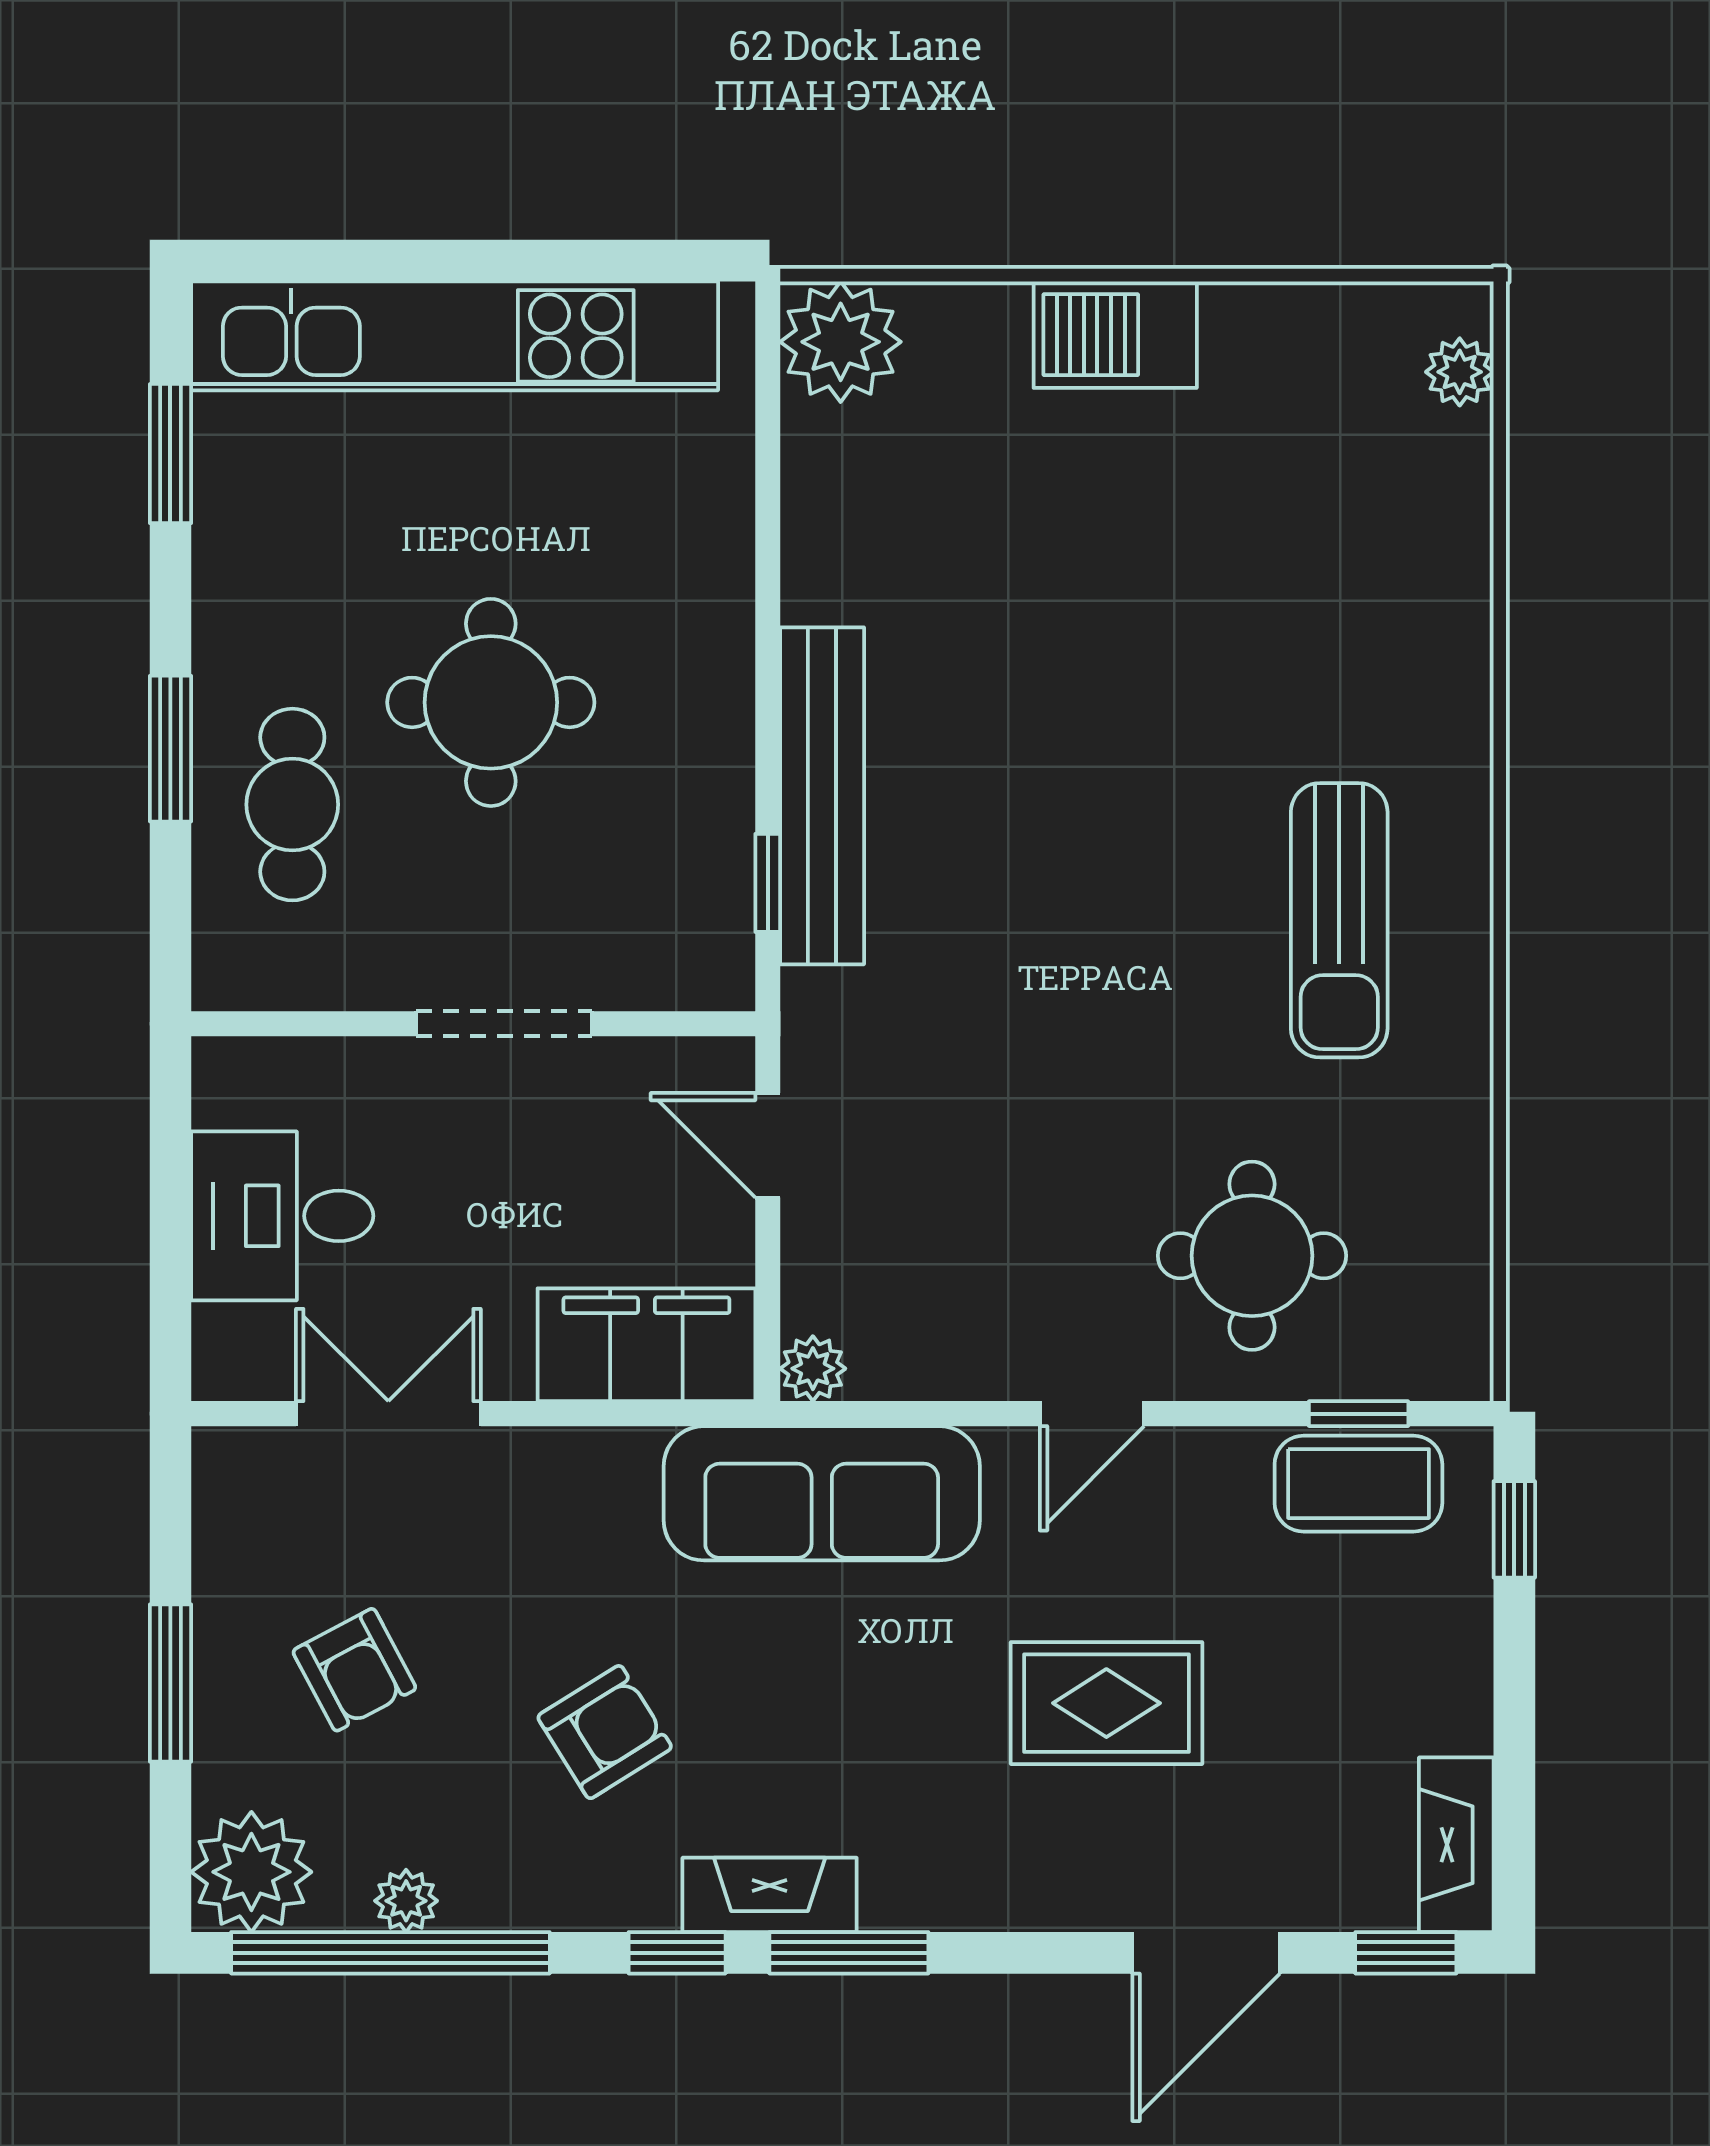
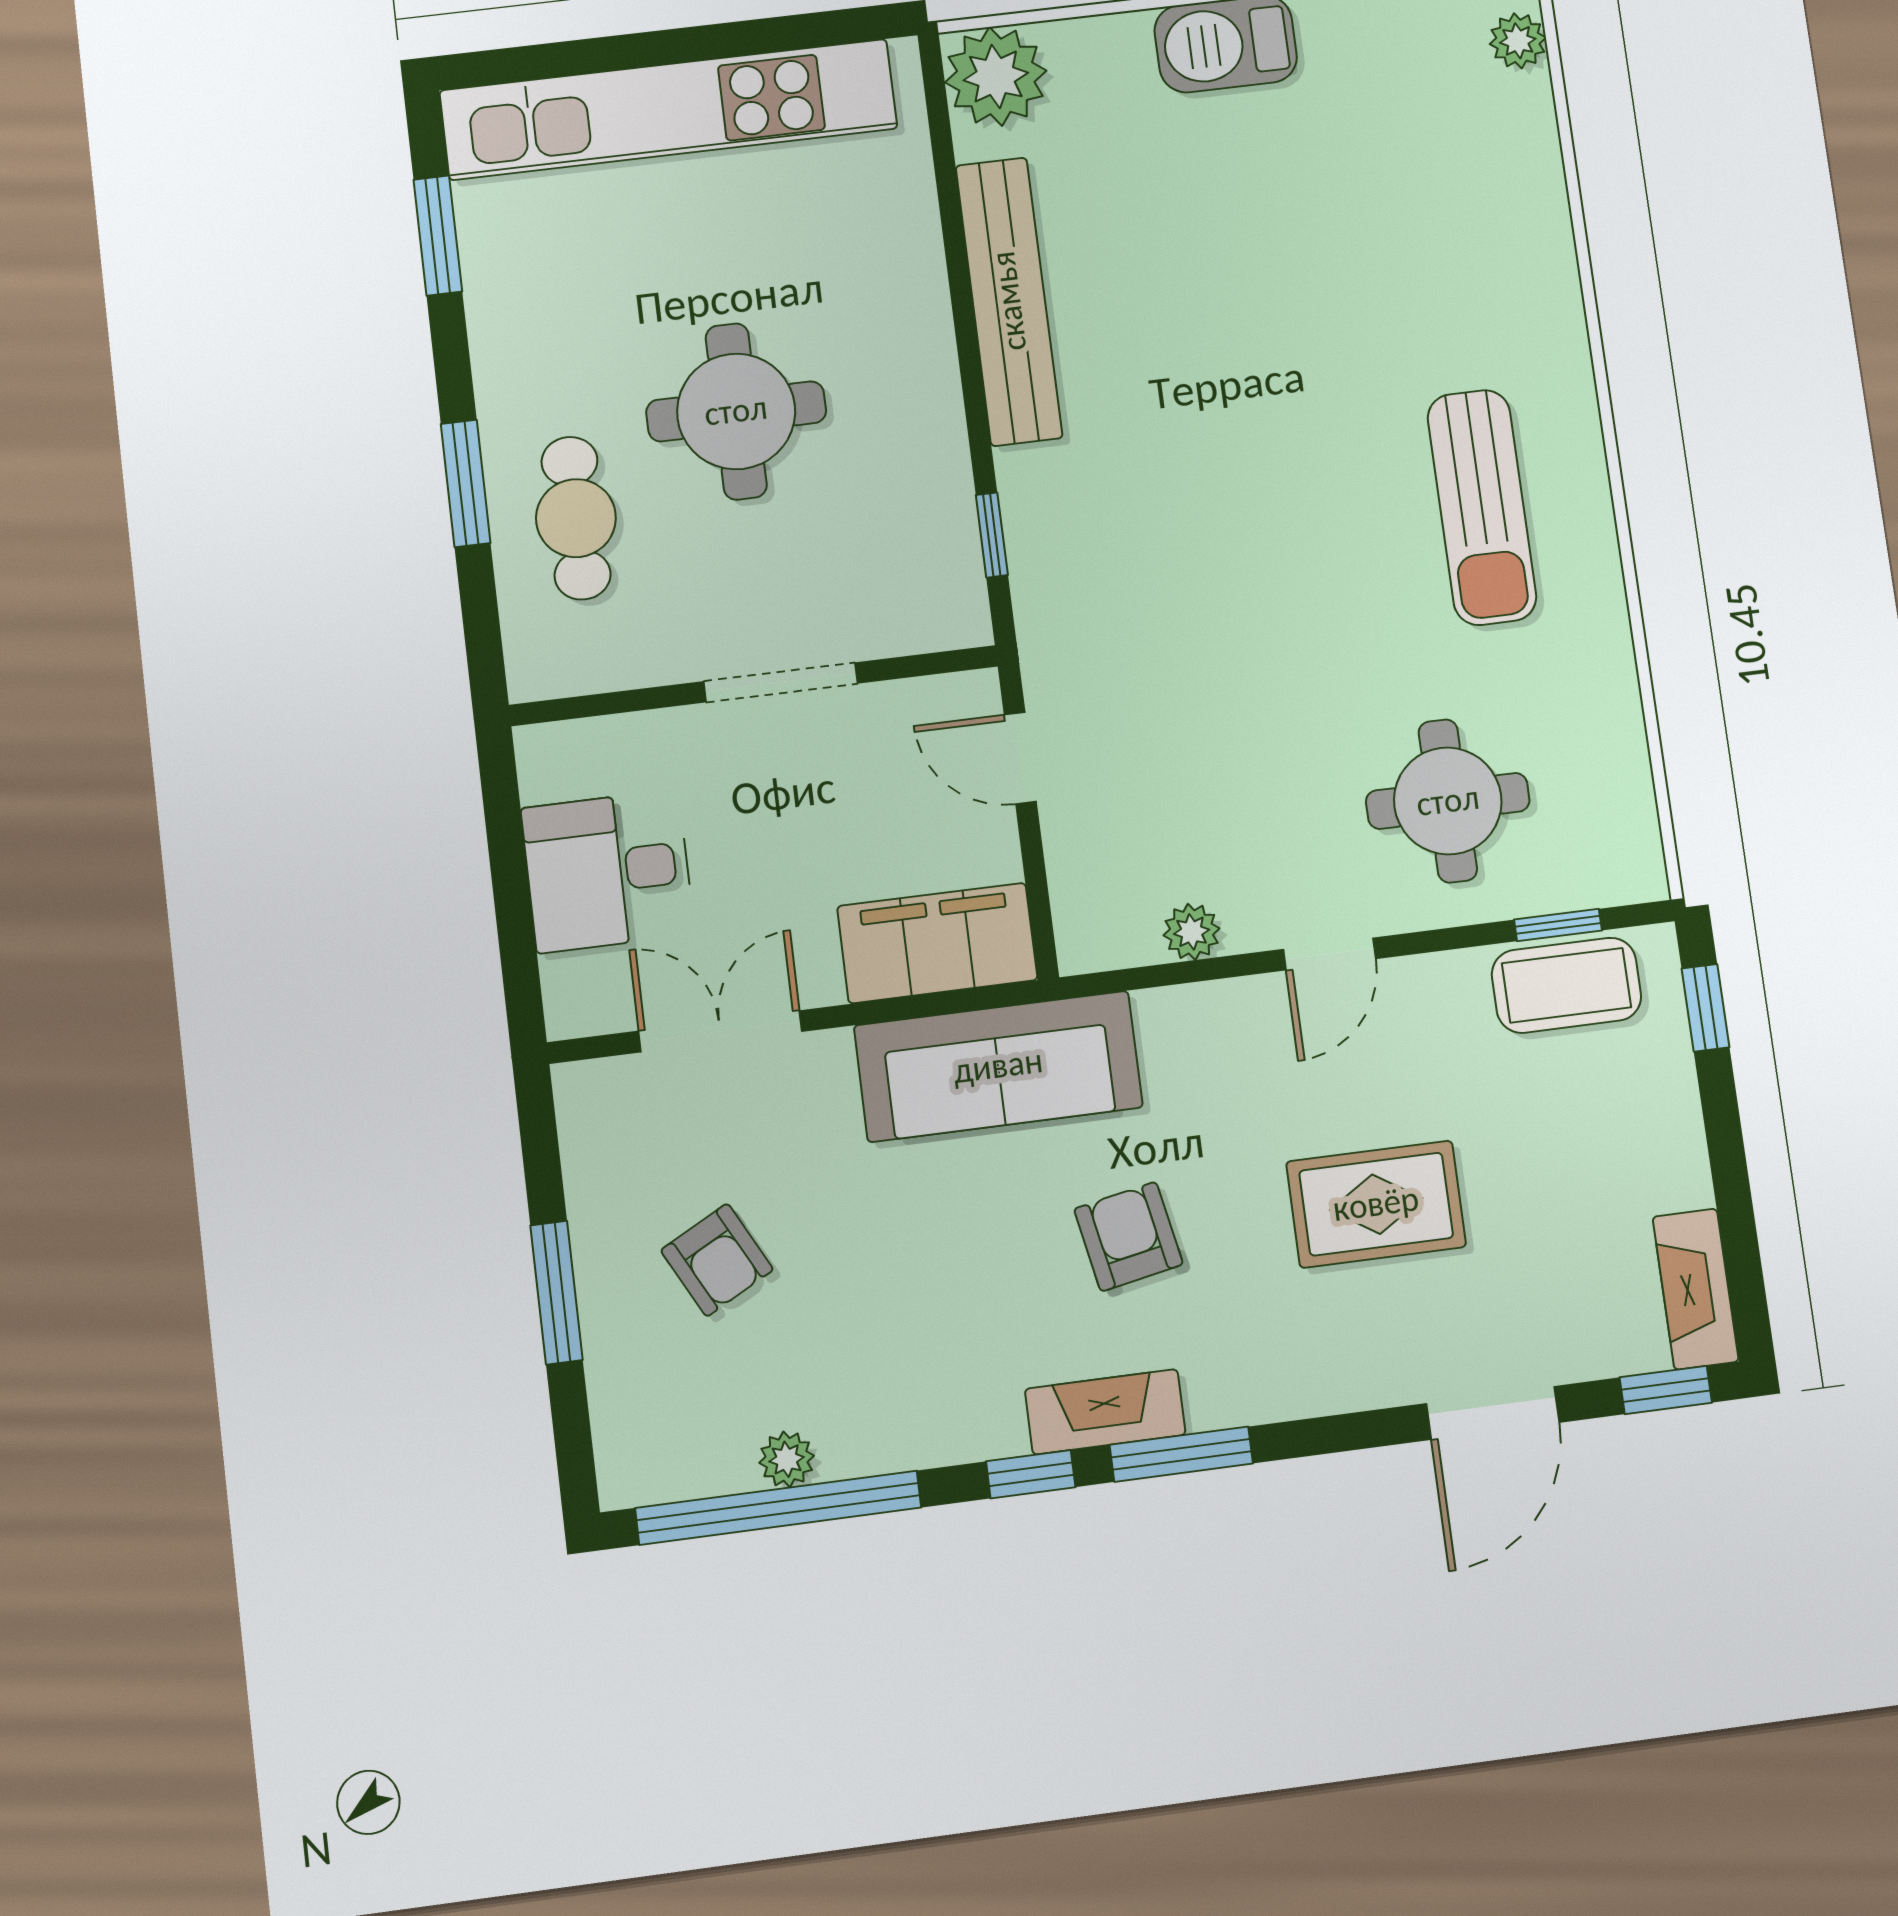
bench: (822, 796) -> (1009, 301), moved
plant: (813, 1369) -> (1192, 932), moved
sofa: (822, 1493) -> (998, 1066), moved
armchair: (605, 1732) -> (1128, 1237), moved, turned -69
plant: (251, 1872) -> (647, 1451), removed

